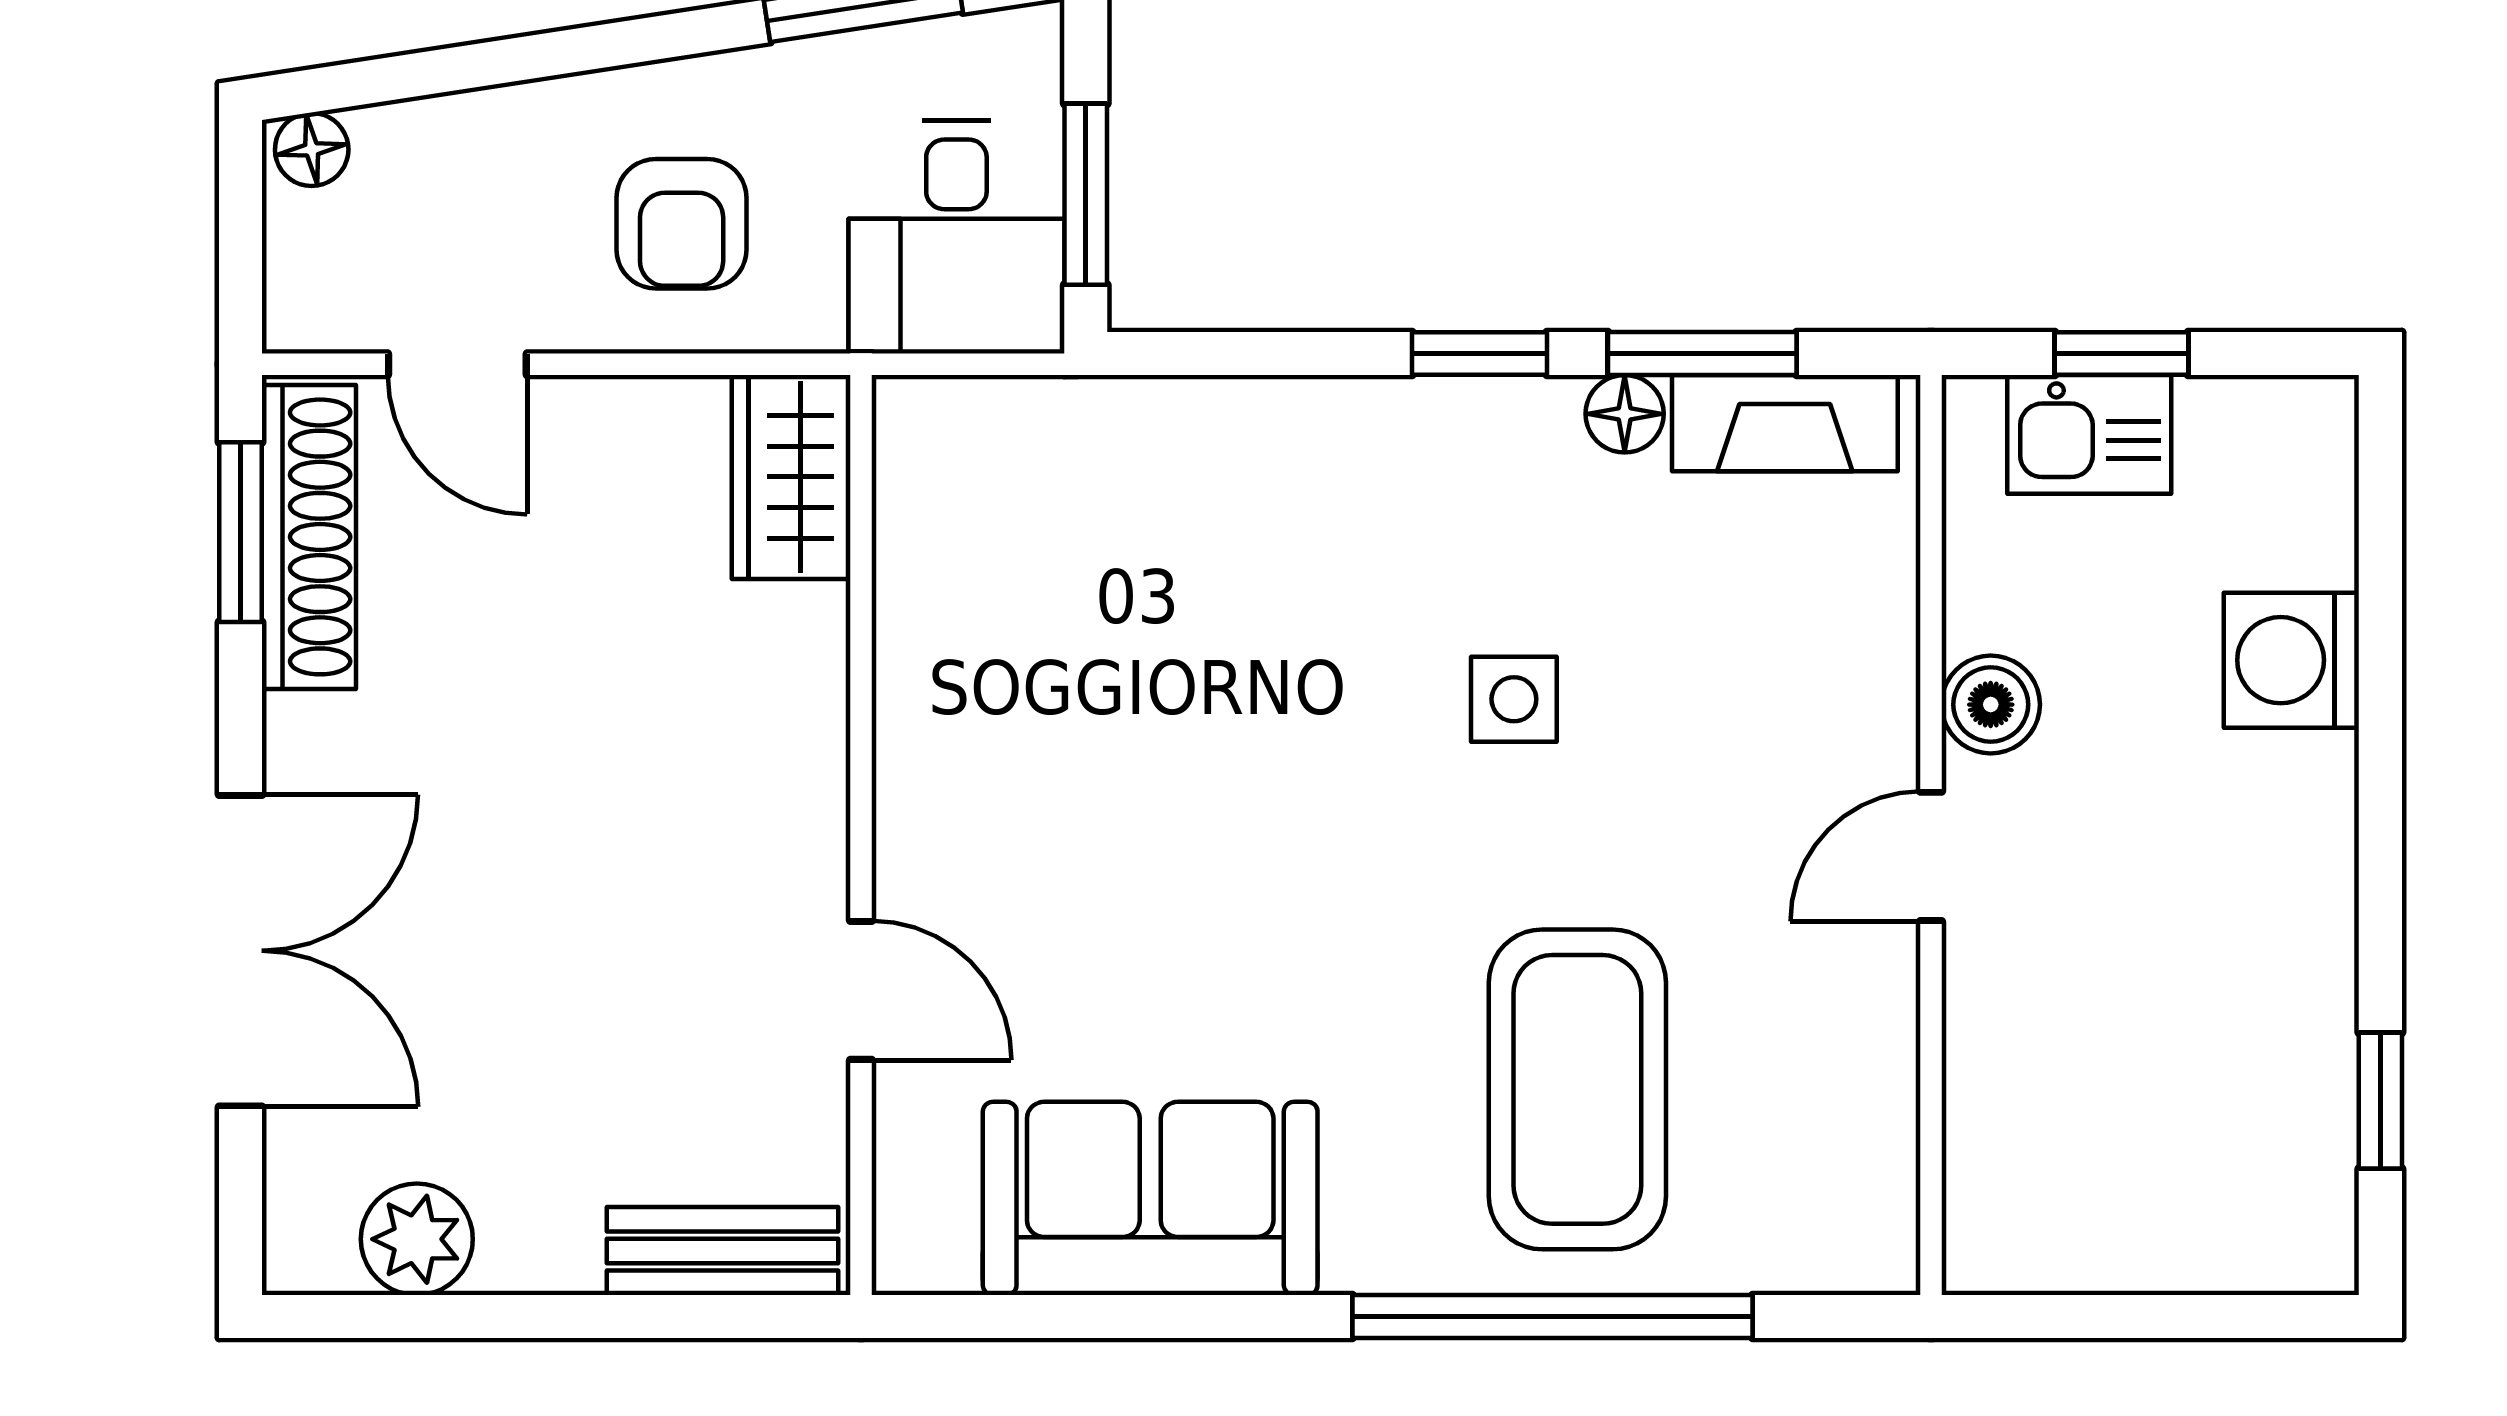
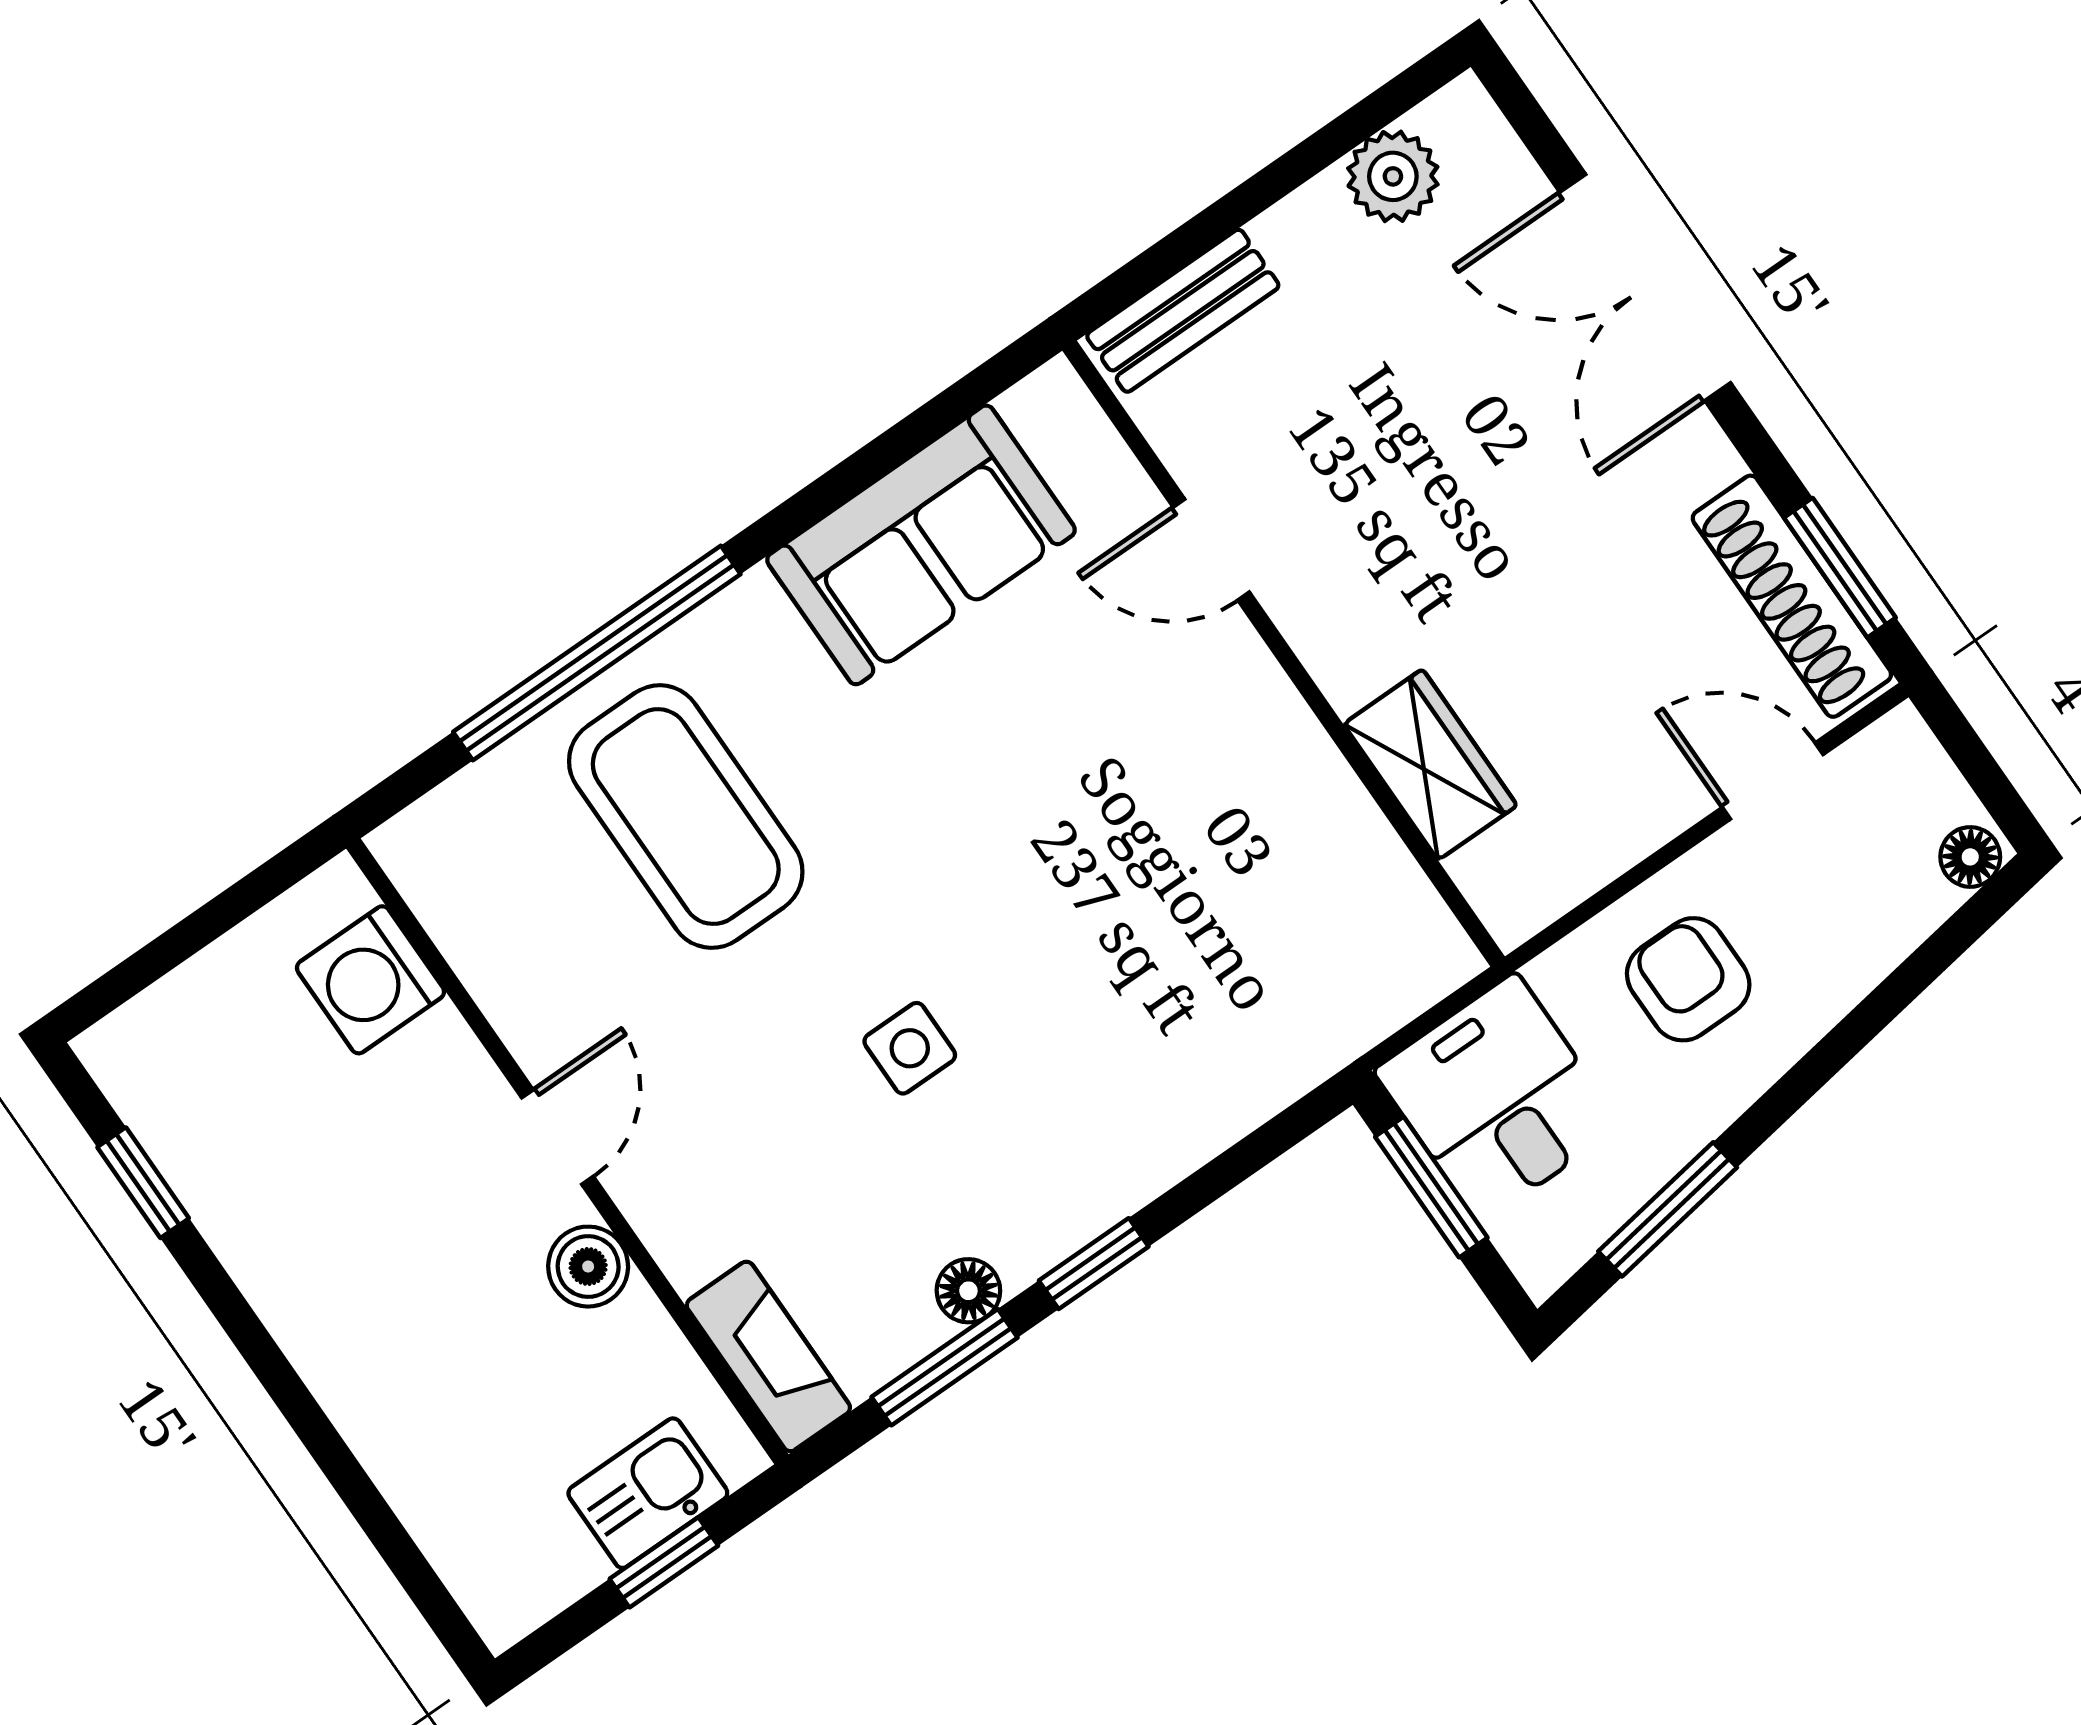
fireplace: (1785, 423) -> (768, 1356), moved, turned 90
wardrobe: (791, 477) -> (1430, 765), moved
washing machine: (2291, 660) -> (370, 980), moved, turned 180

